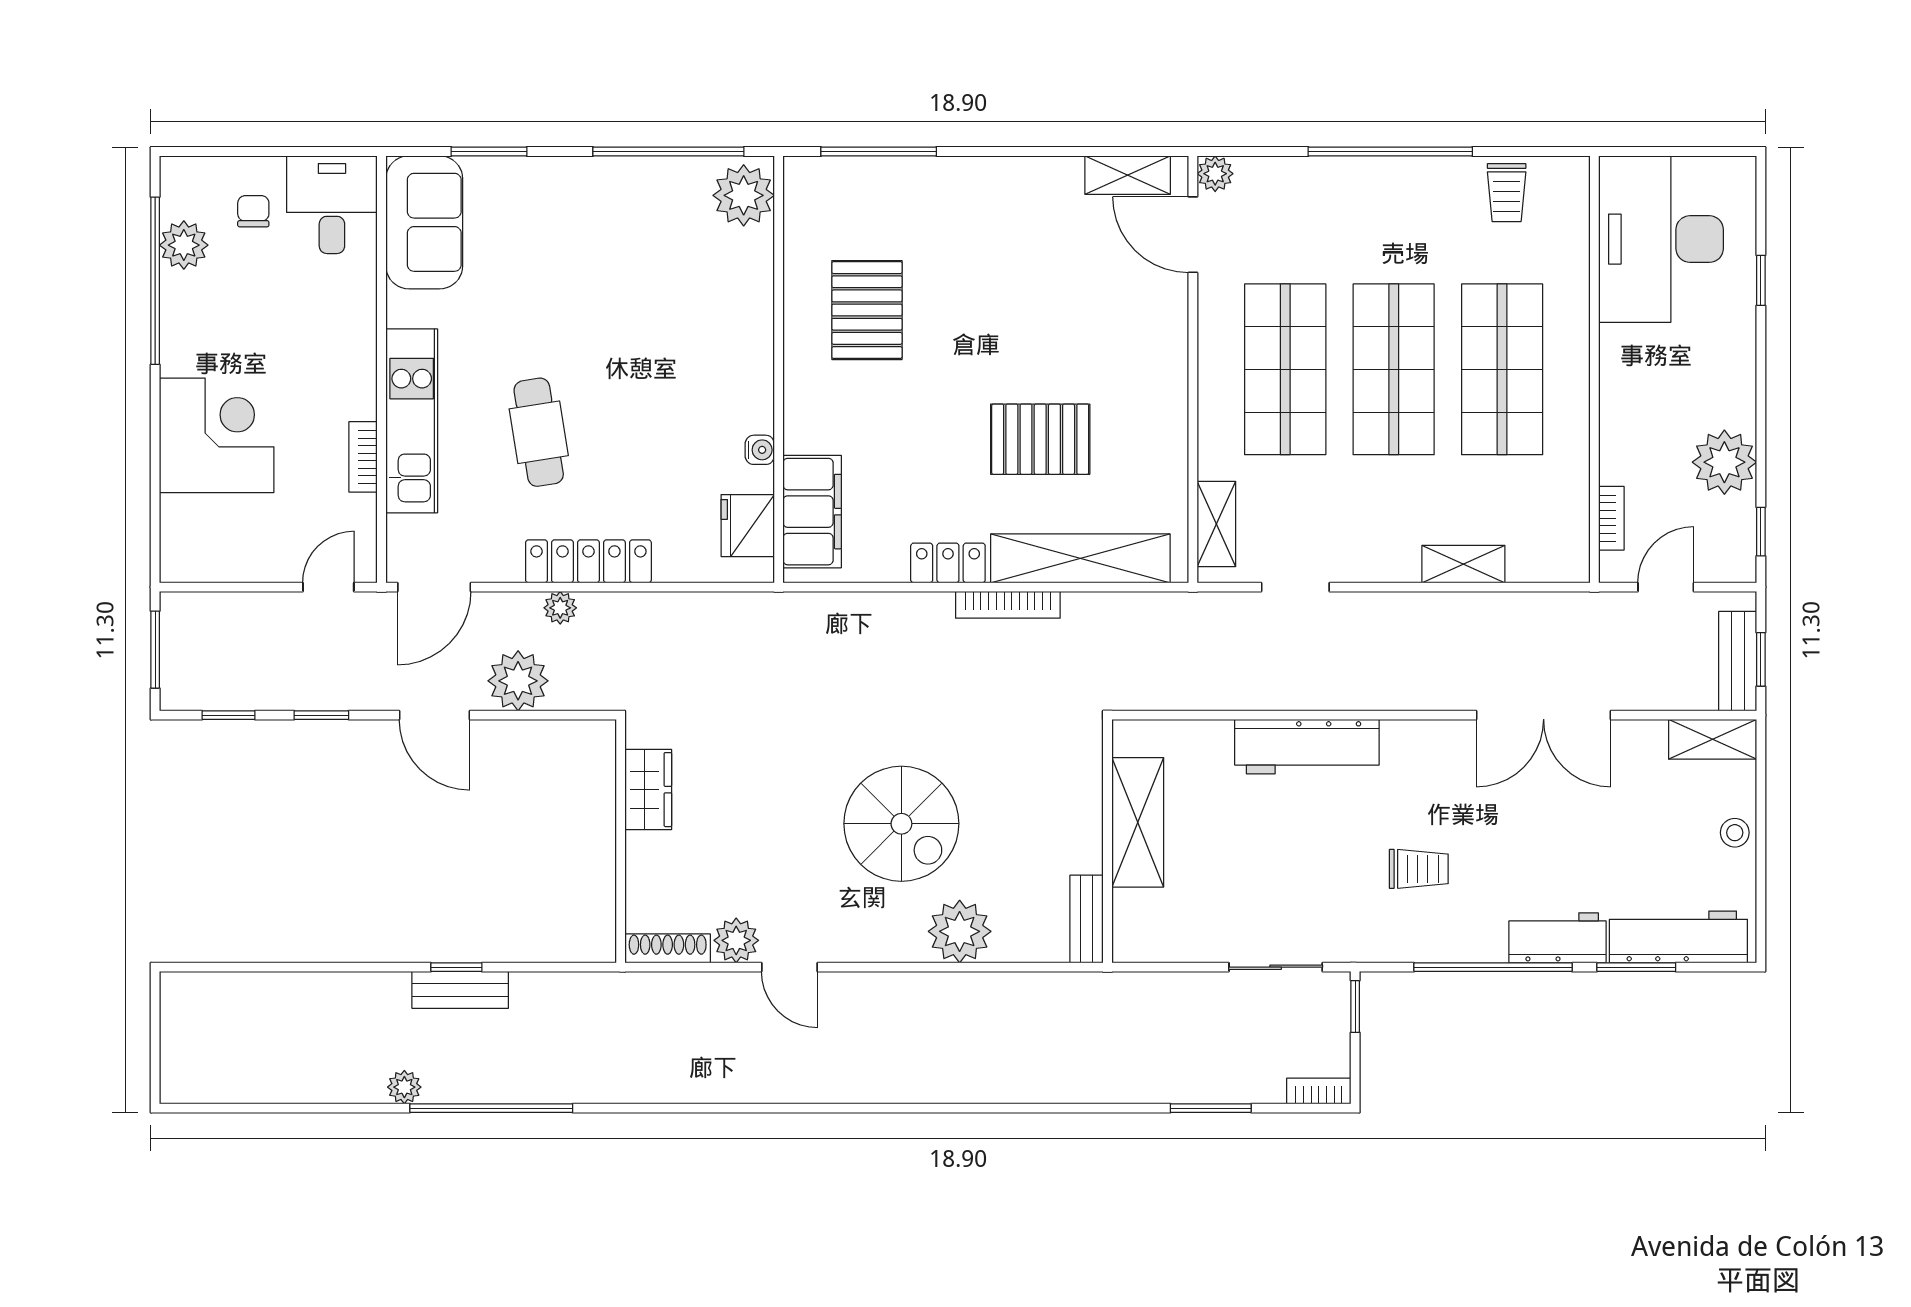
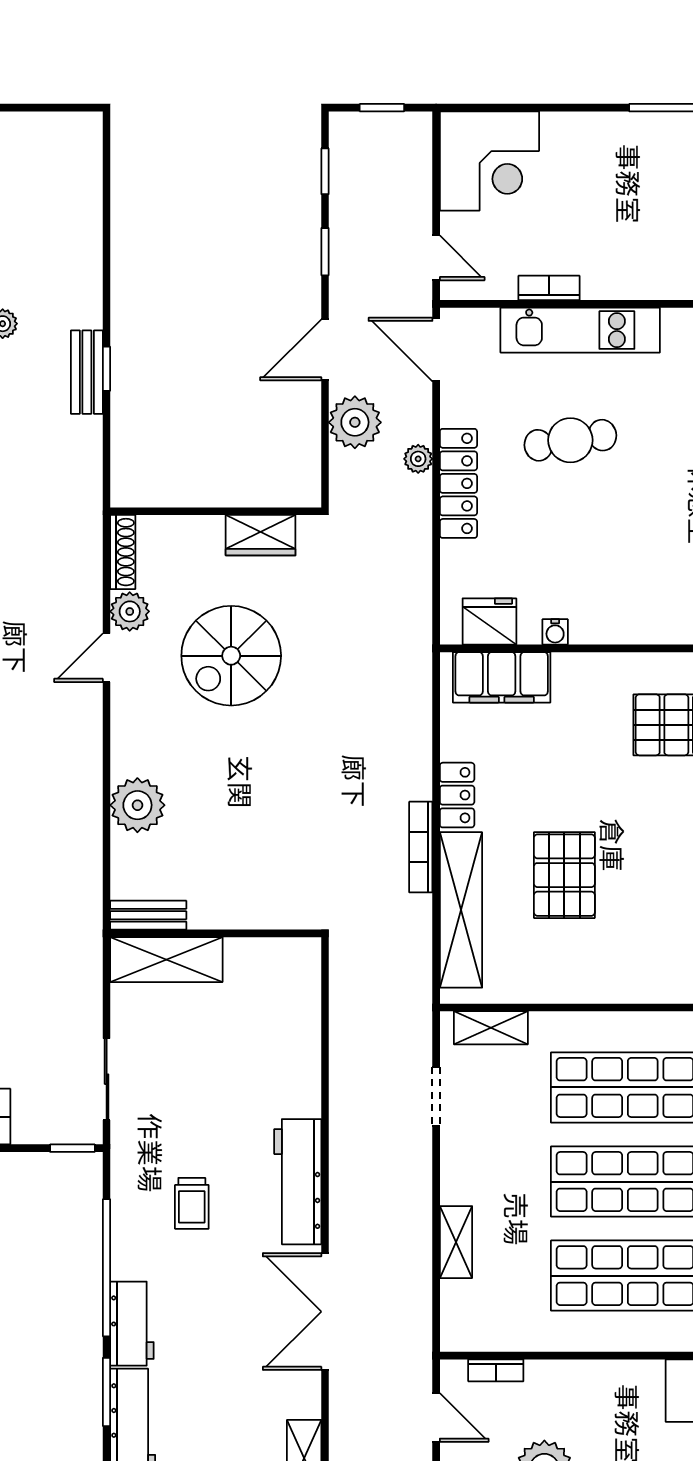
corner desk: (217, 435) -> (489, 161), moved
window: (155, 650) -> (382, 108), width x0.67
workbench: (1307, 747) -> (298, 1182), moved
shelving: (1138, 822) -> (166, 960), moved
spiral stairs: (901, 824) -> (231, 656), moved

